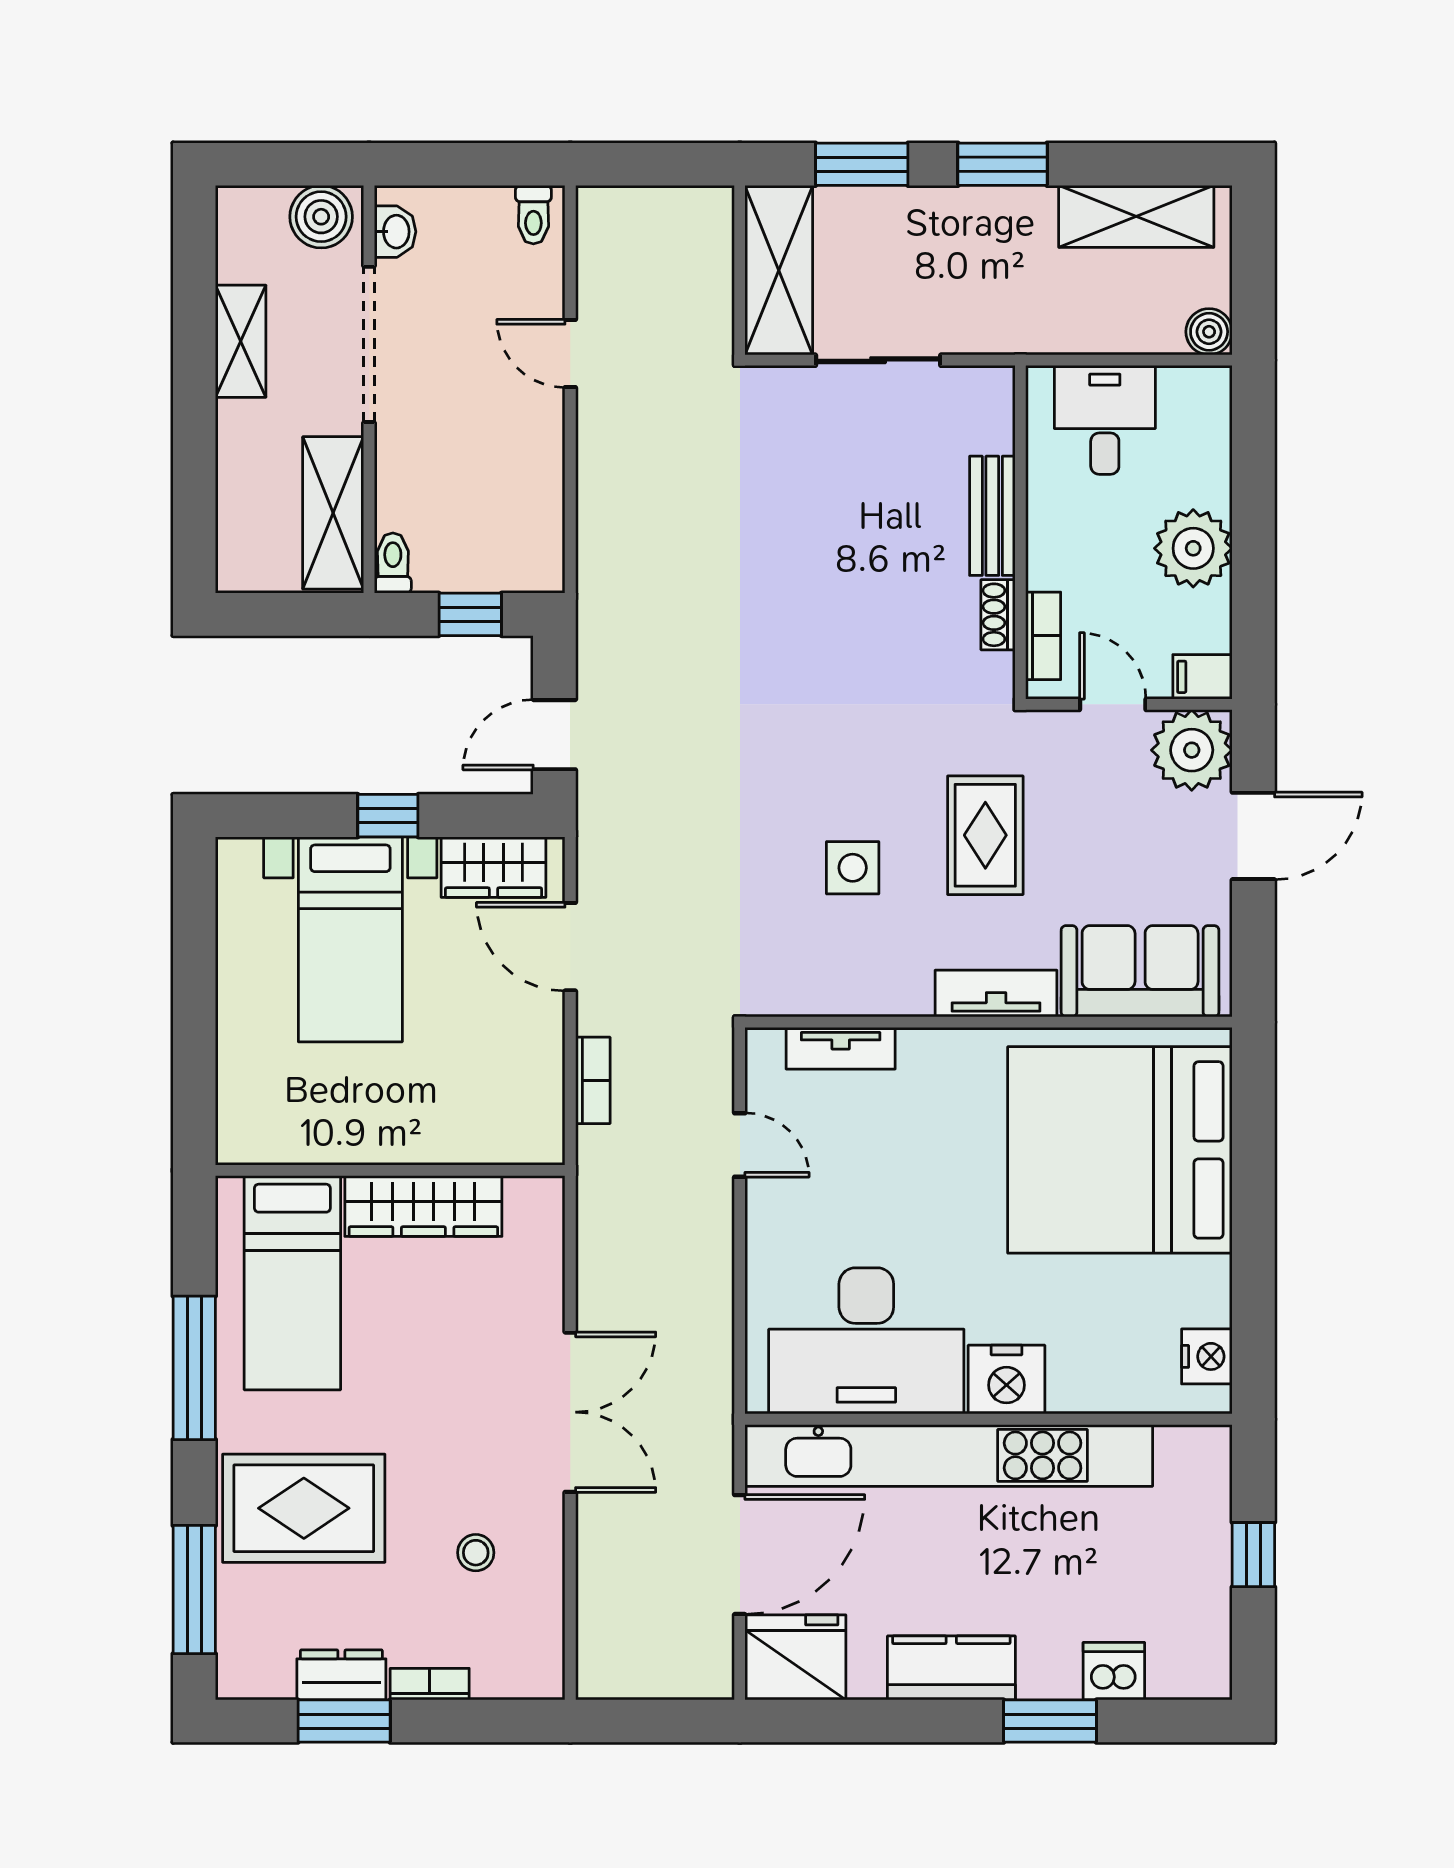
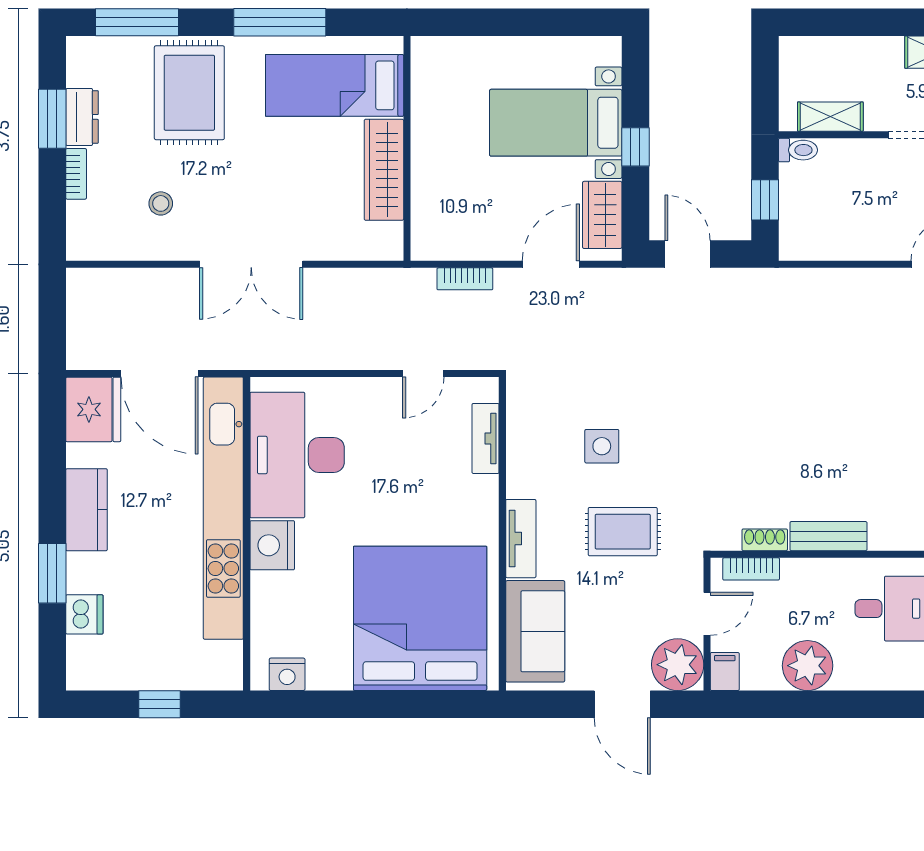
shelving: (333, 513) -> (830, 117), width x0.67, depth x0.75

